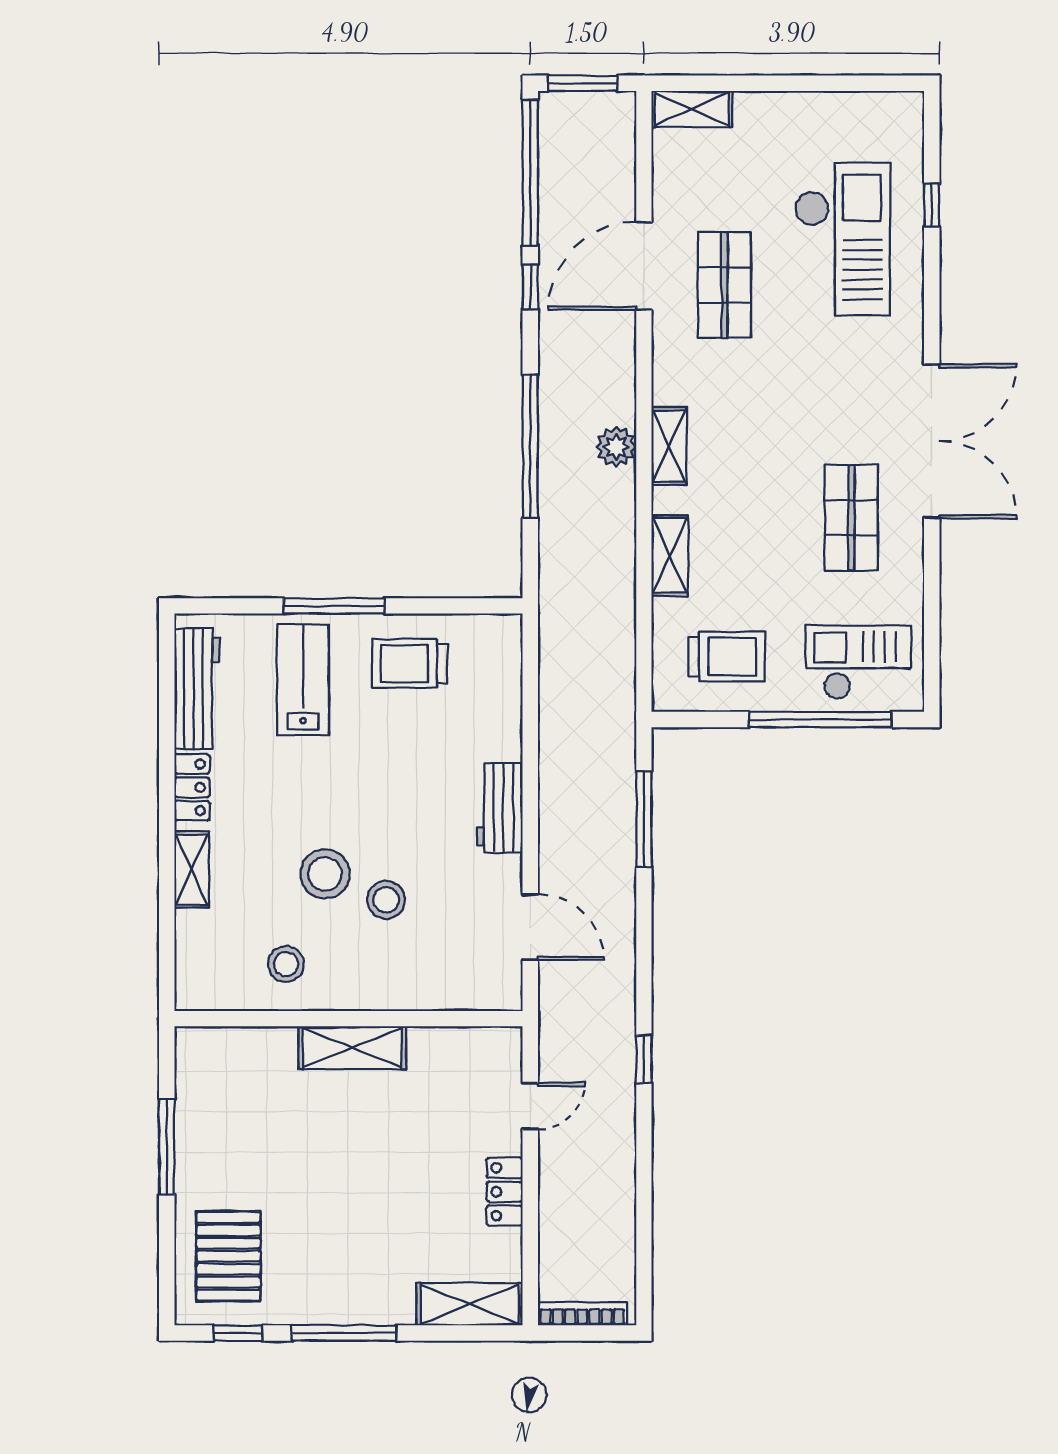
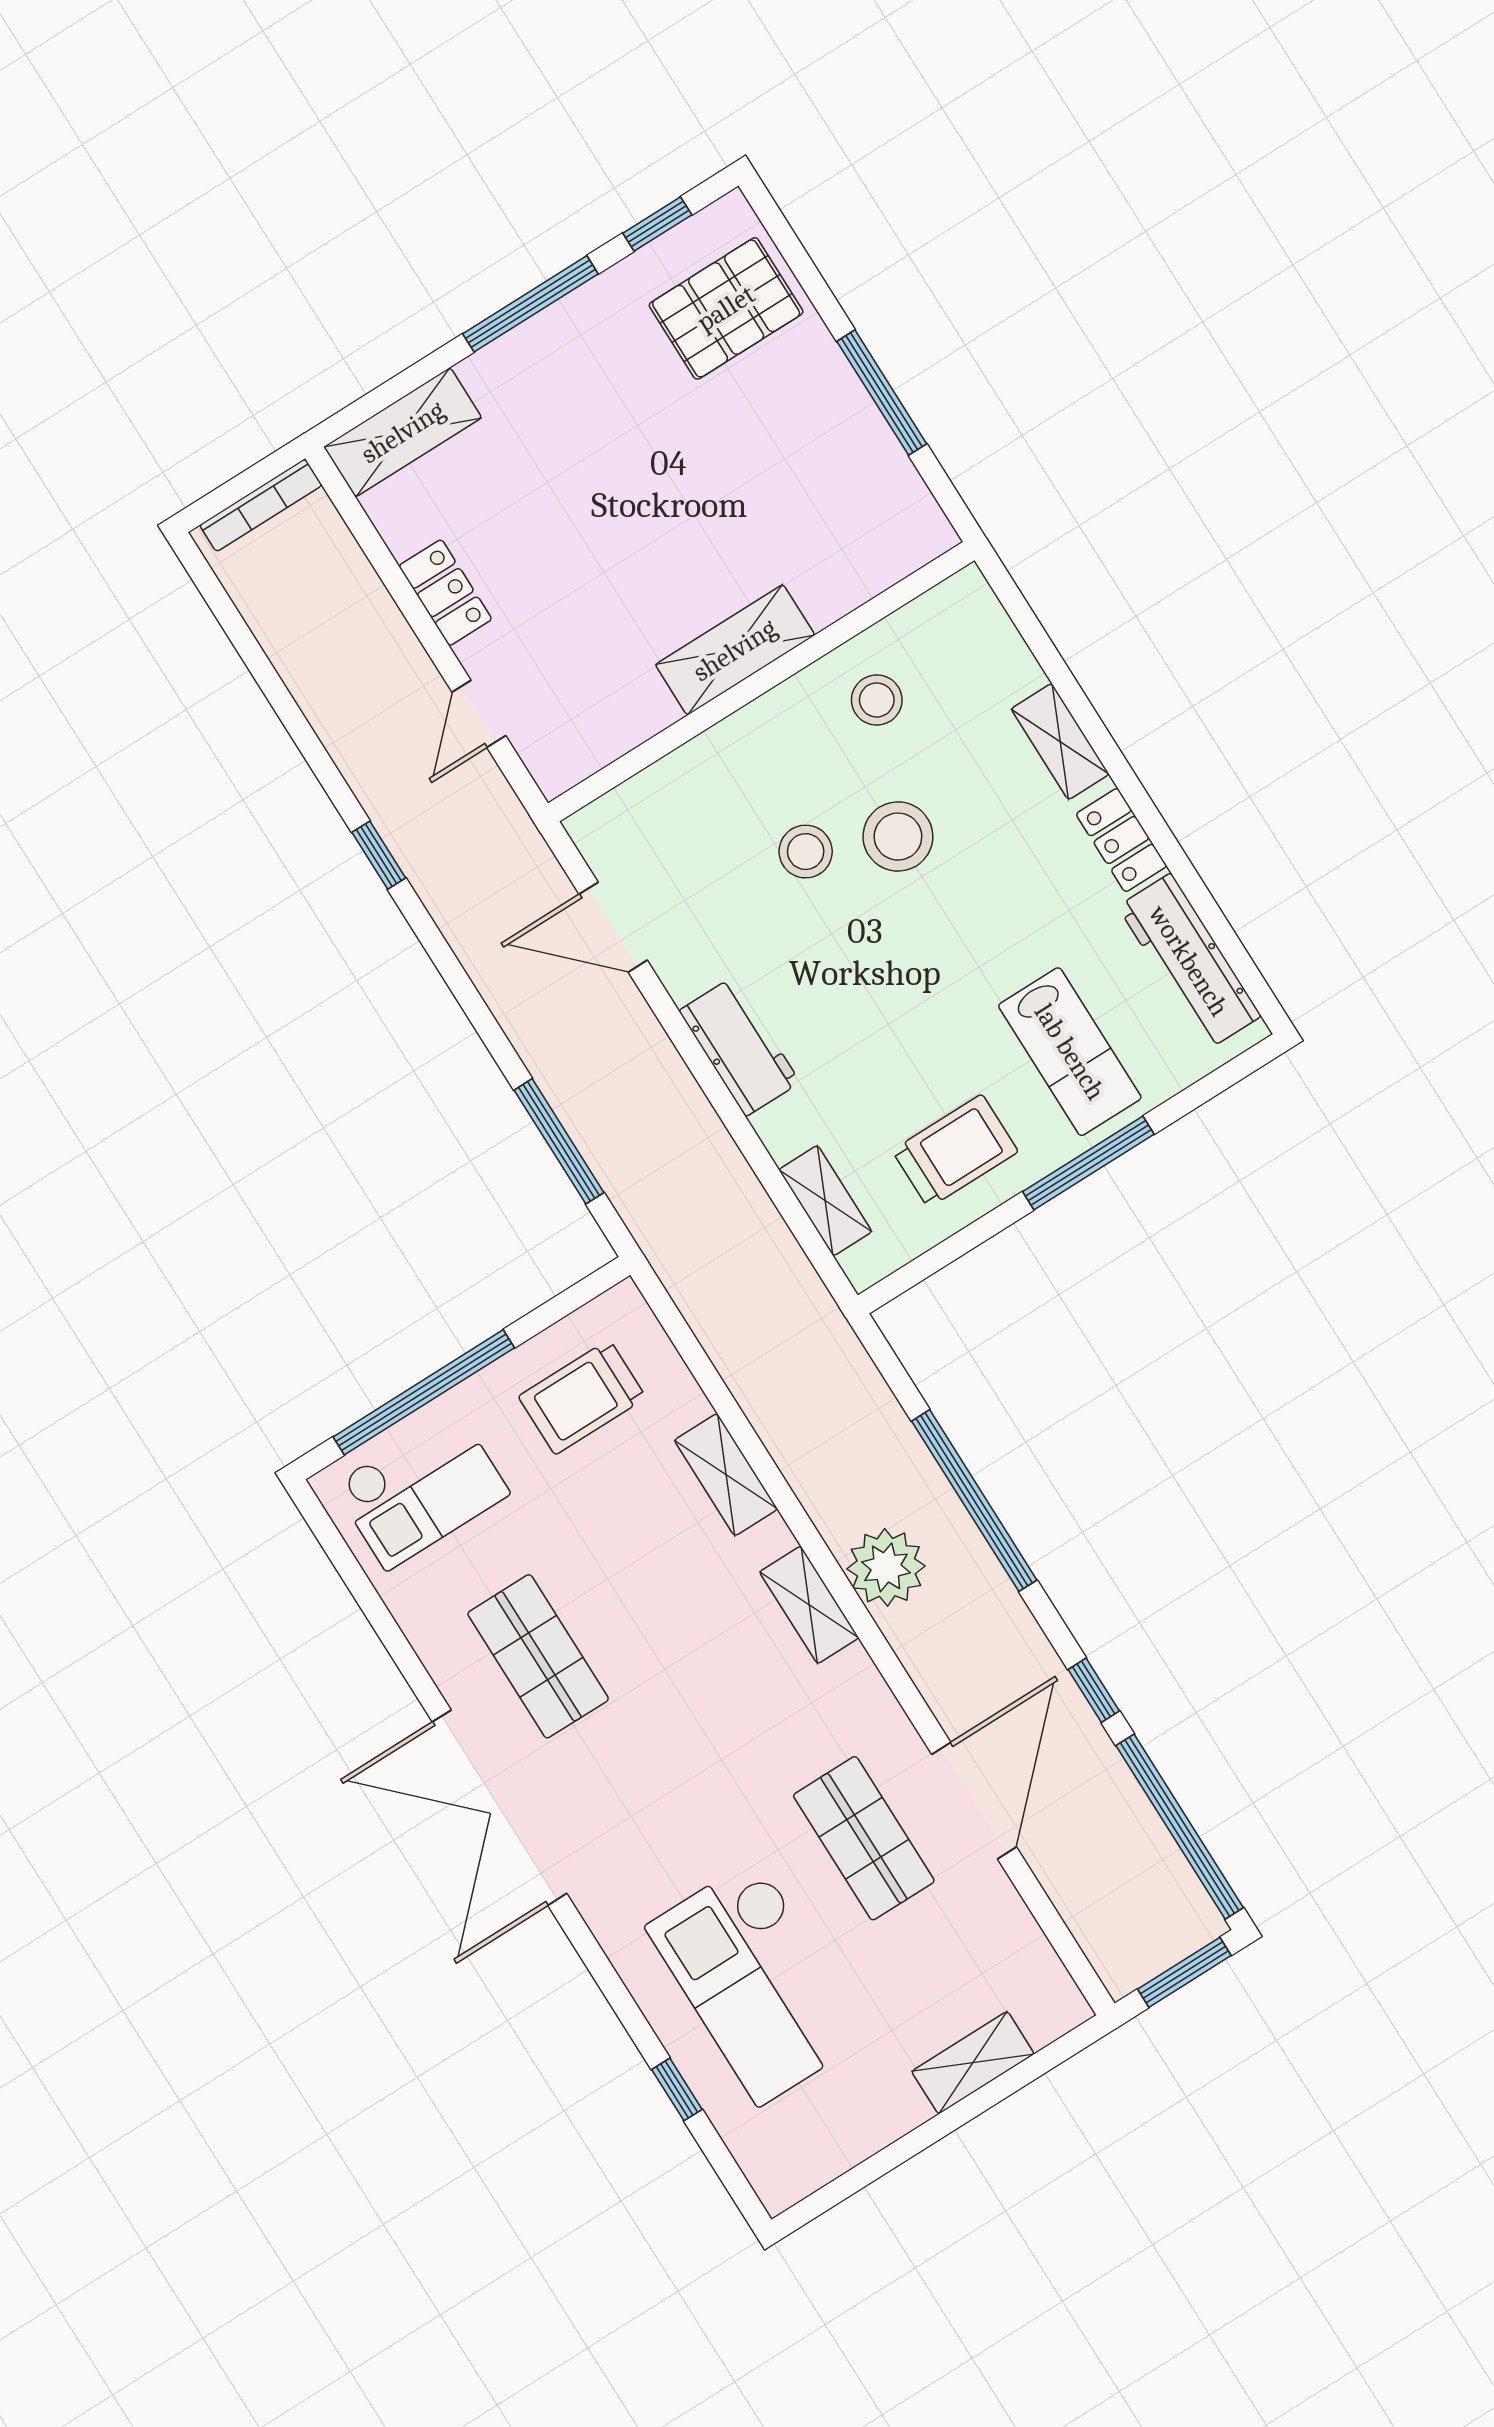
shelving: (692, 109) -> (973, 2063), moved
plant: (616, 447) -> (886, 1567), width x1.36, depth x1.36
shelving: (506, 683) -> (825, 1201), added
pallet: (228, 1256) -> (726, 308), turned 90

